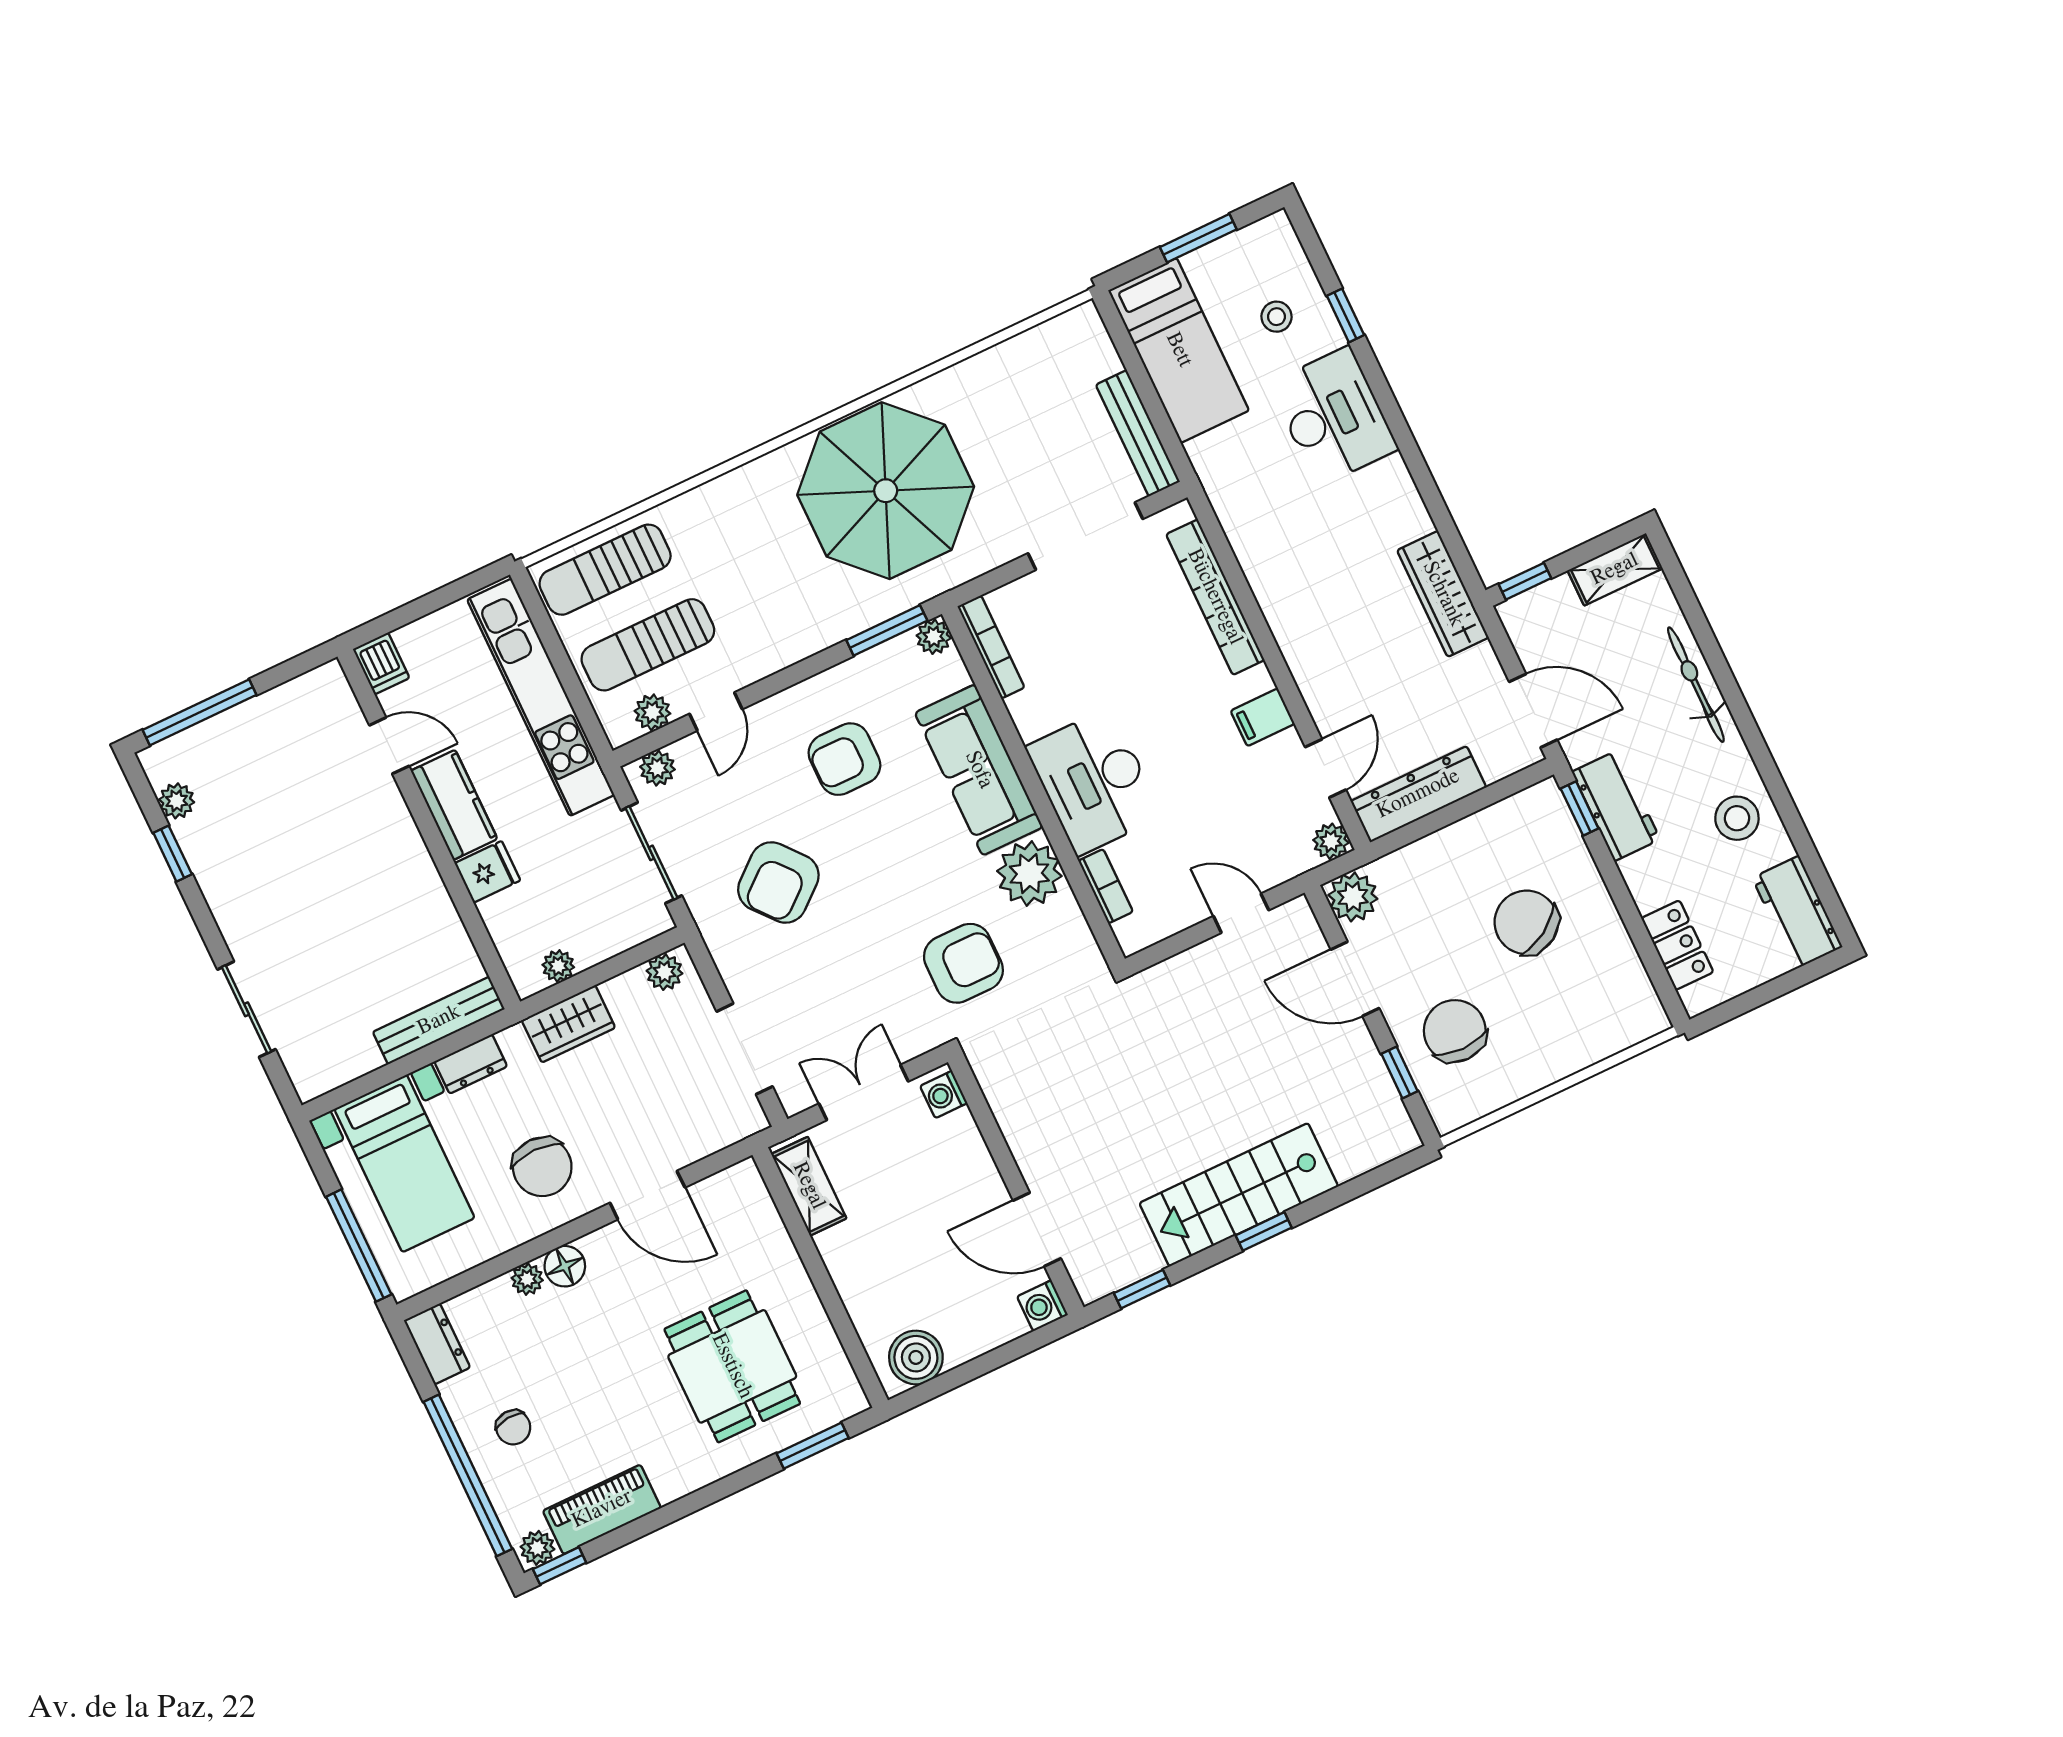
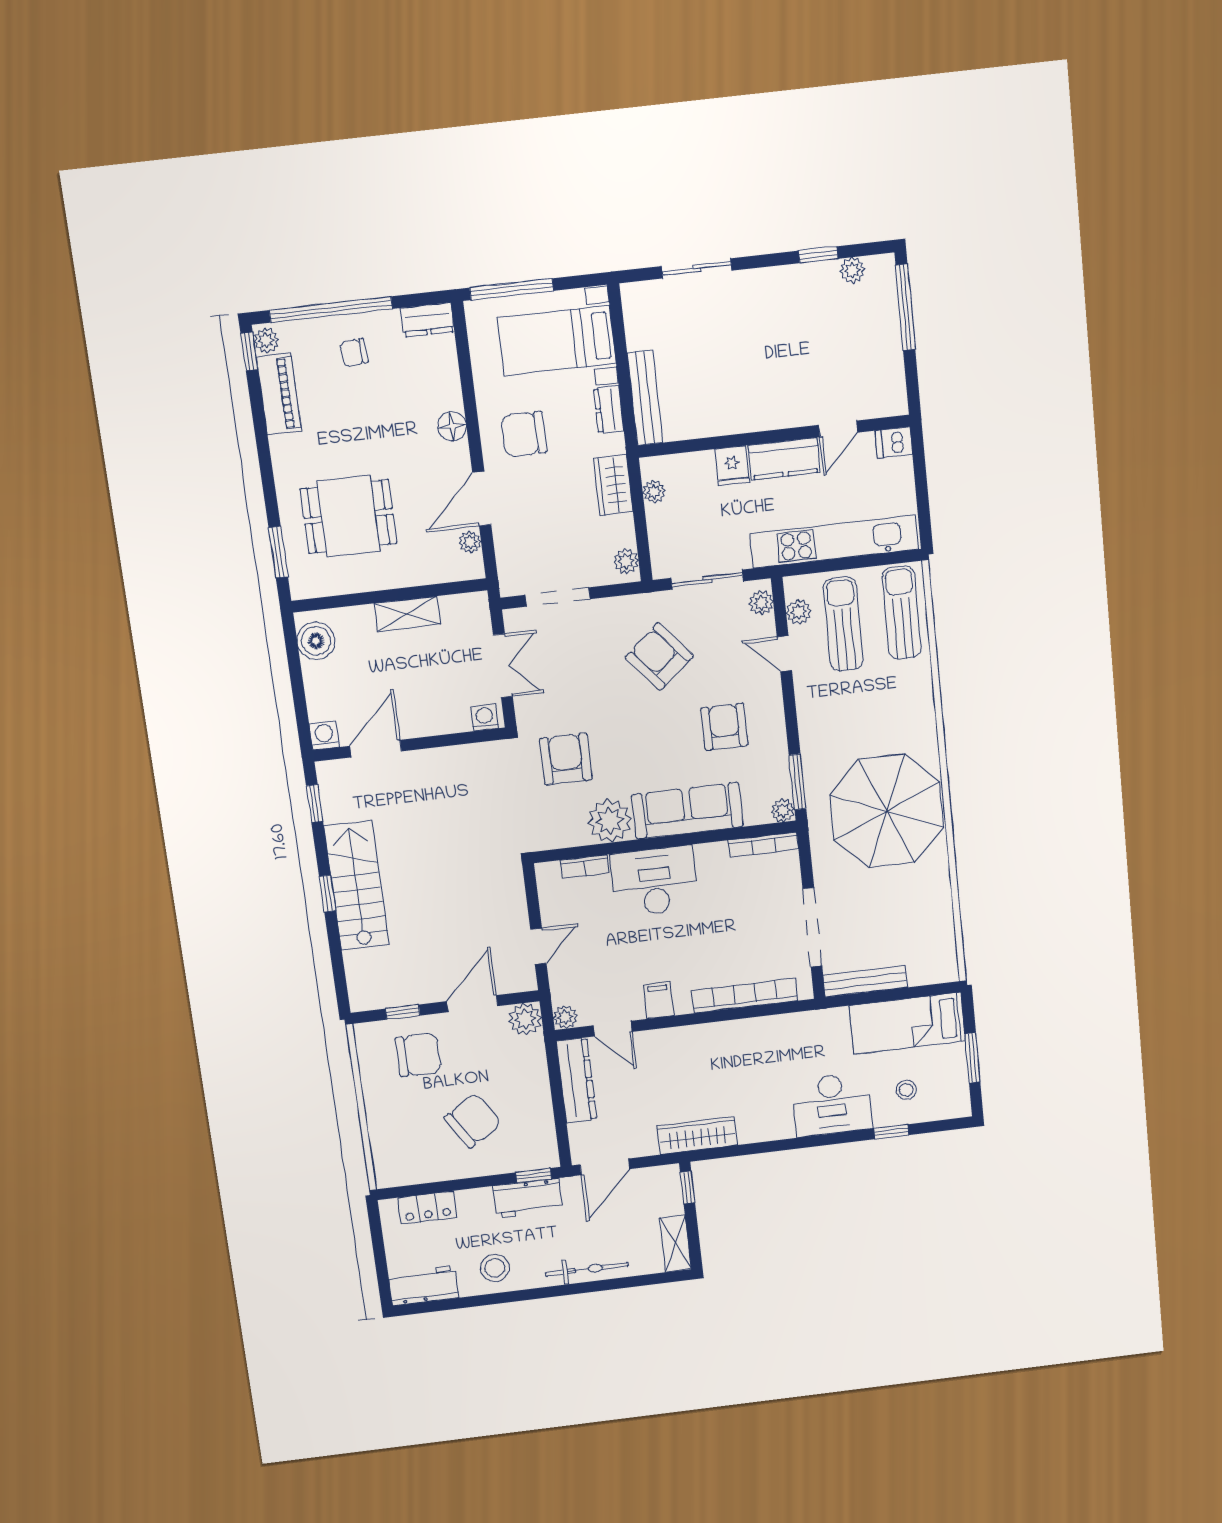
armchair: (963, 963) -> (566, 759), turned 180
shelving: (809, 1186) -> (407, 614), moved
plant: (527, 1279) -> (470, 542), moved

